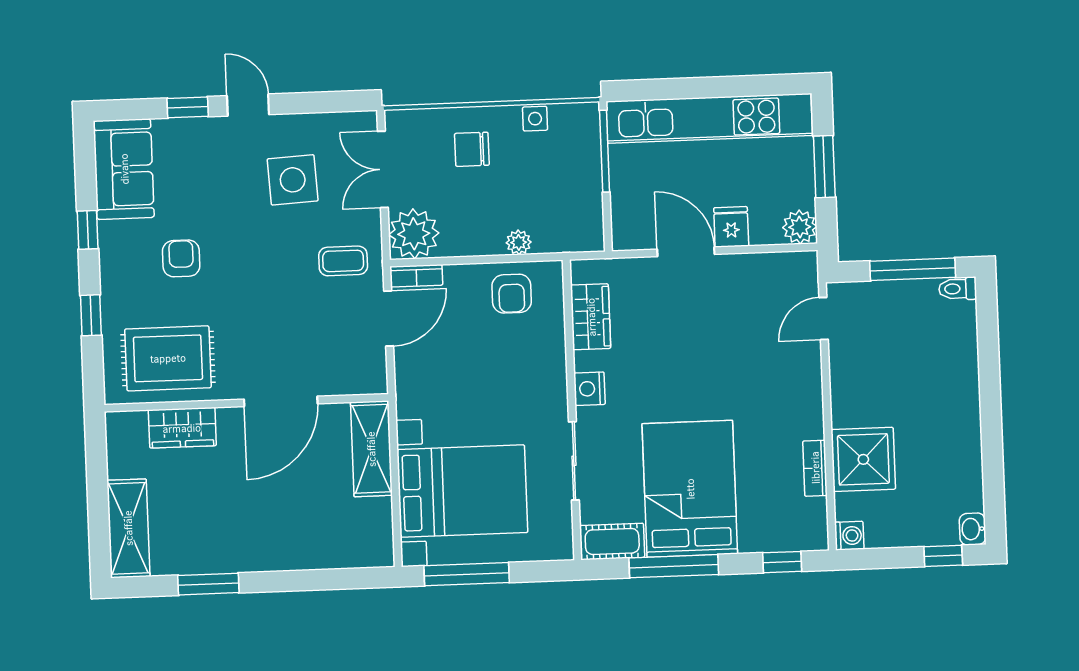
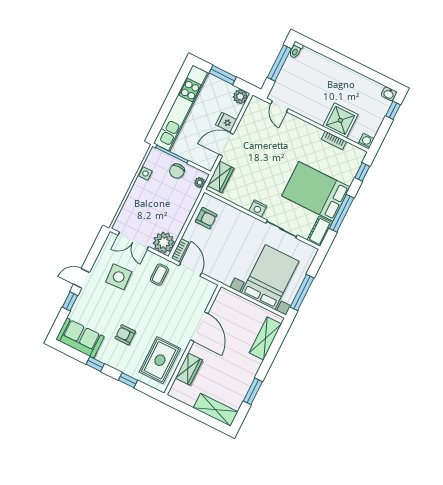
chair: (472, 149) -> (177, 171), moved
plant: (519, 242) -> (200, 183), moved
wardrobe: (591, 317) -> (221, 177), moved, turned 90
shelving: (371, 449) -> (265, 338), moved, turned 90

